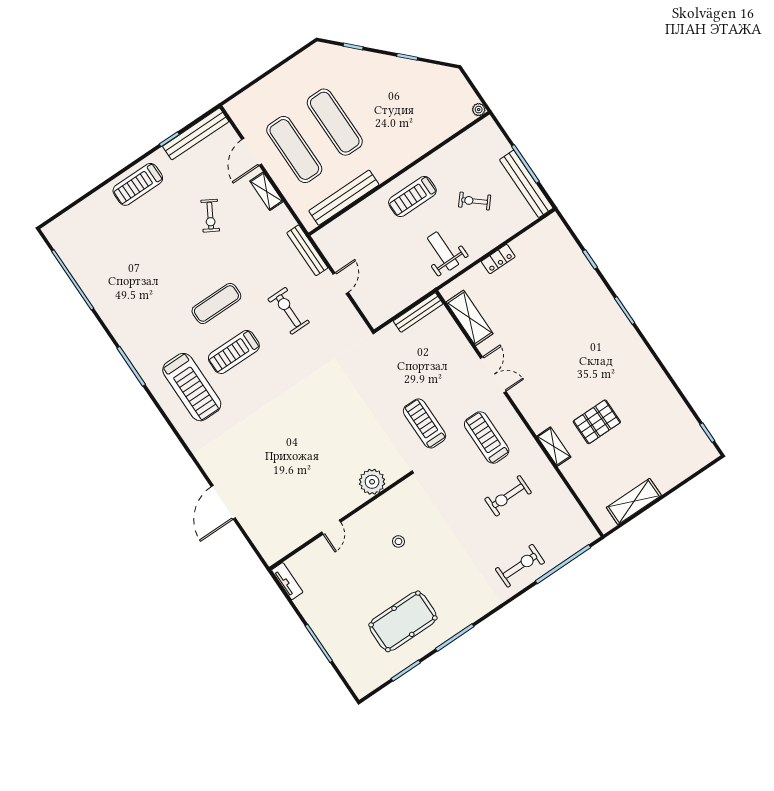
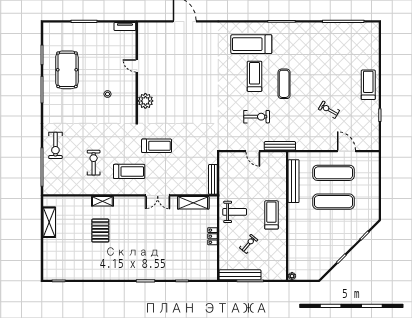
bench: (196, 134) -> (374, 130), removed
shelving: (266, 191) -> (322, 145), removed

